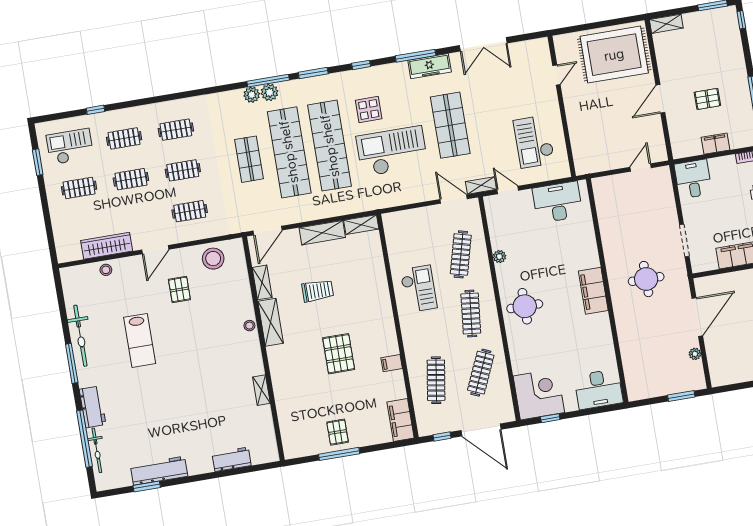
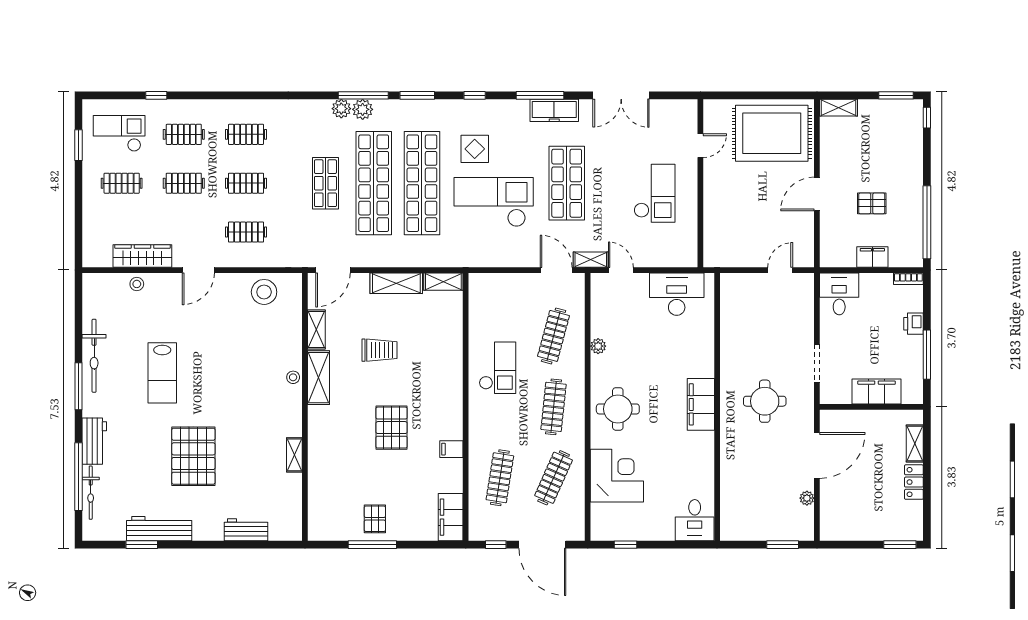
checkout: (534, 142) -> (655, 193), moved, turned 180
pallet: (179, 289) -> (193, 456), moved, width x2.05, depth x2.00
desk: (598, 389) -> (695, 520), width x0.73
corner desk: (539, 394) -> (617, 476), moved

